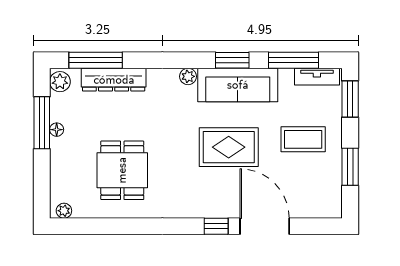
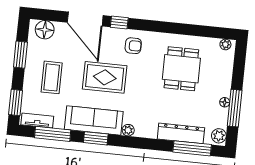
coffee table: (303, 139) -> (52, 77), turned 90
armchair: (193, 196) -> (133, 46), added
floor lamp: (320, 205) -> (45, 30), added

